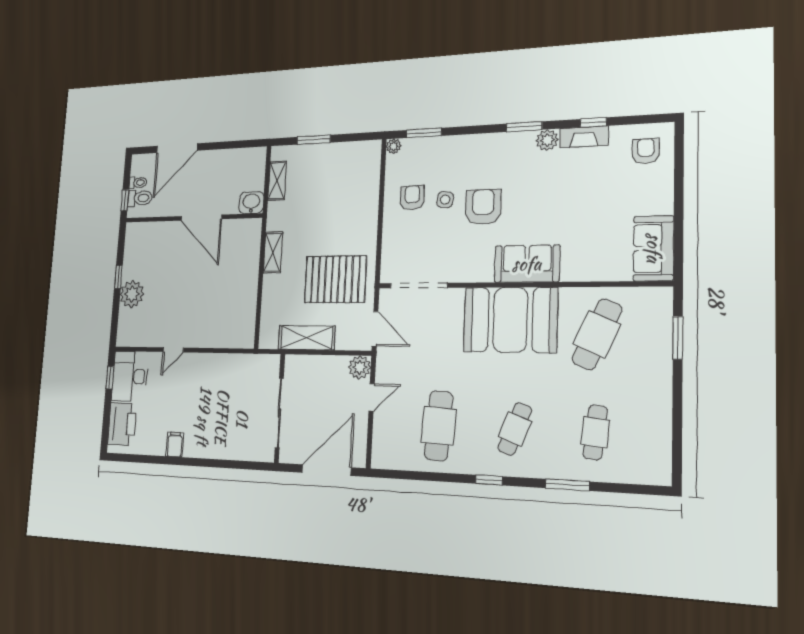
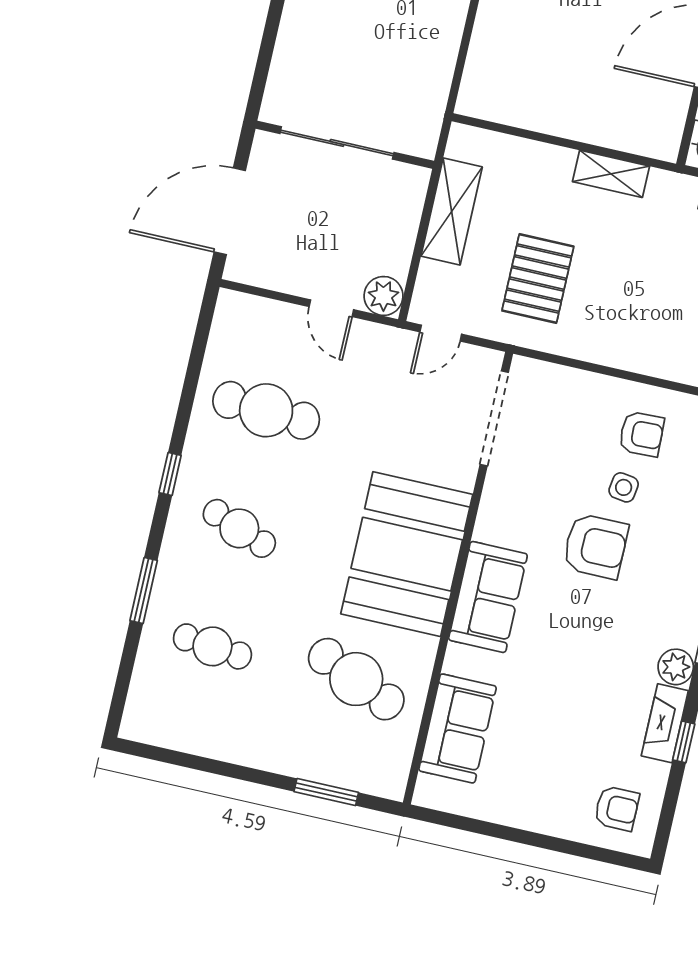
sofa: (654, 248) -> (458, 728), moved, turned 90
pallet: (335, 279) -> (538, 279), width x0.73, depth x0.71
door: (375, 329) -> (441, 333), width x0.73
door: (326, 470) -> (230, 211), swing flipped

